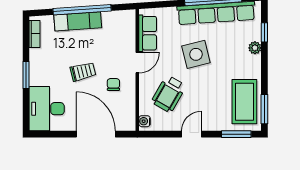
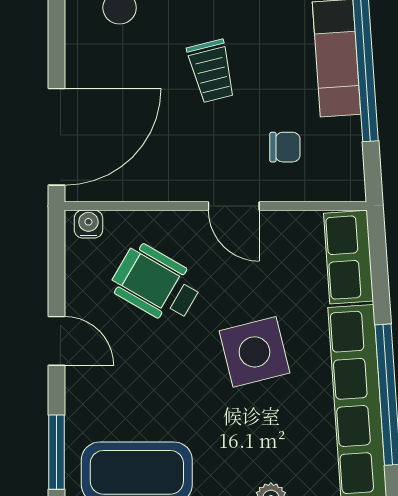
row of seats: (148, 33) -> (349, 257), moved, turned 86
chair: (113, 85) -> (285, 147), moved
door: (96, 134) -> (56, 137), moved

